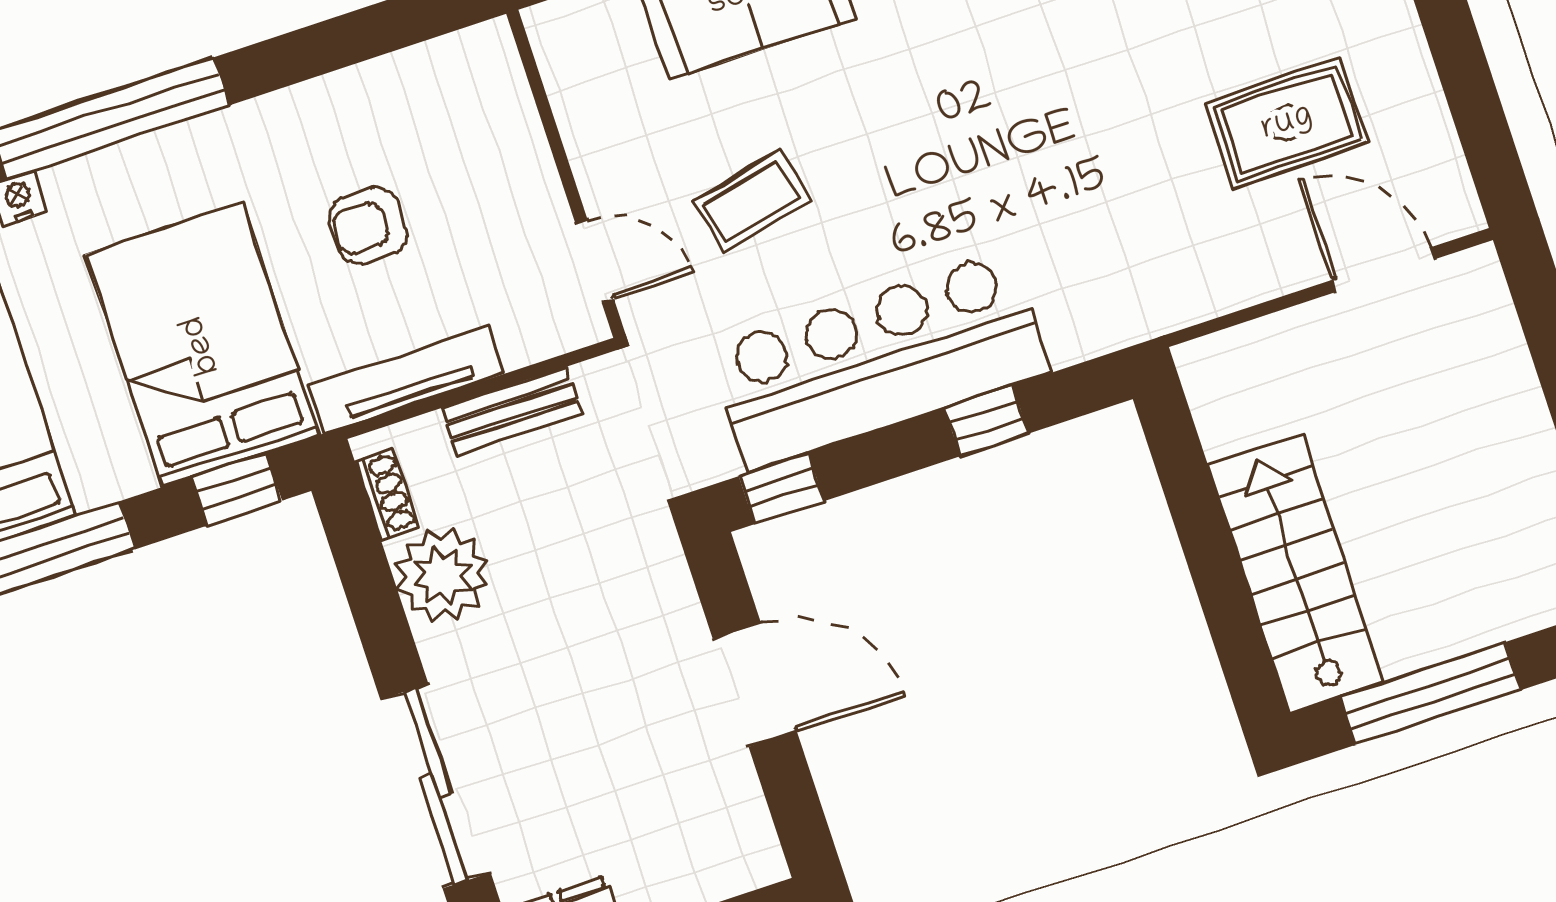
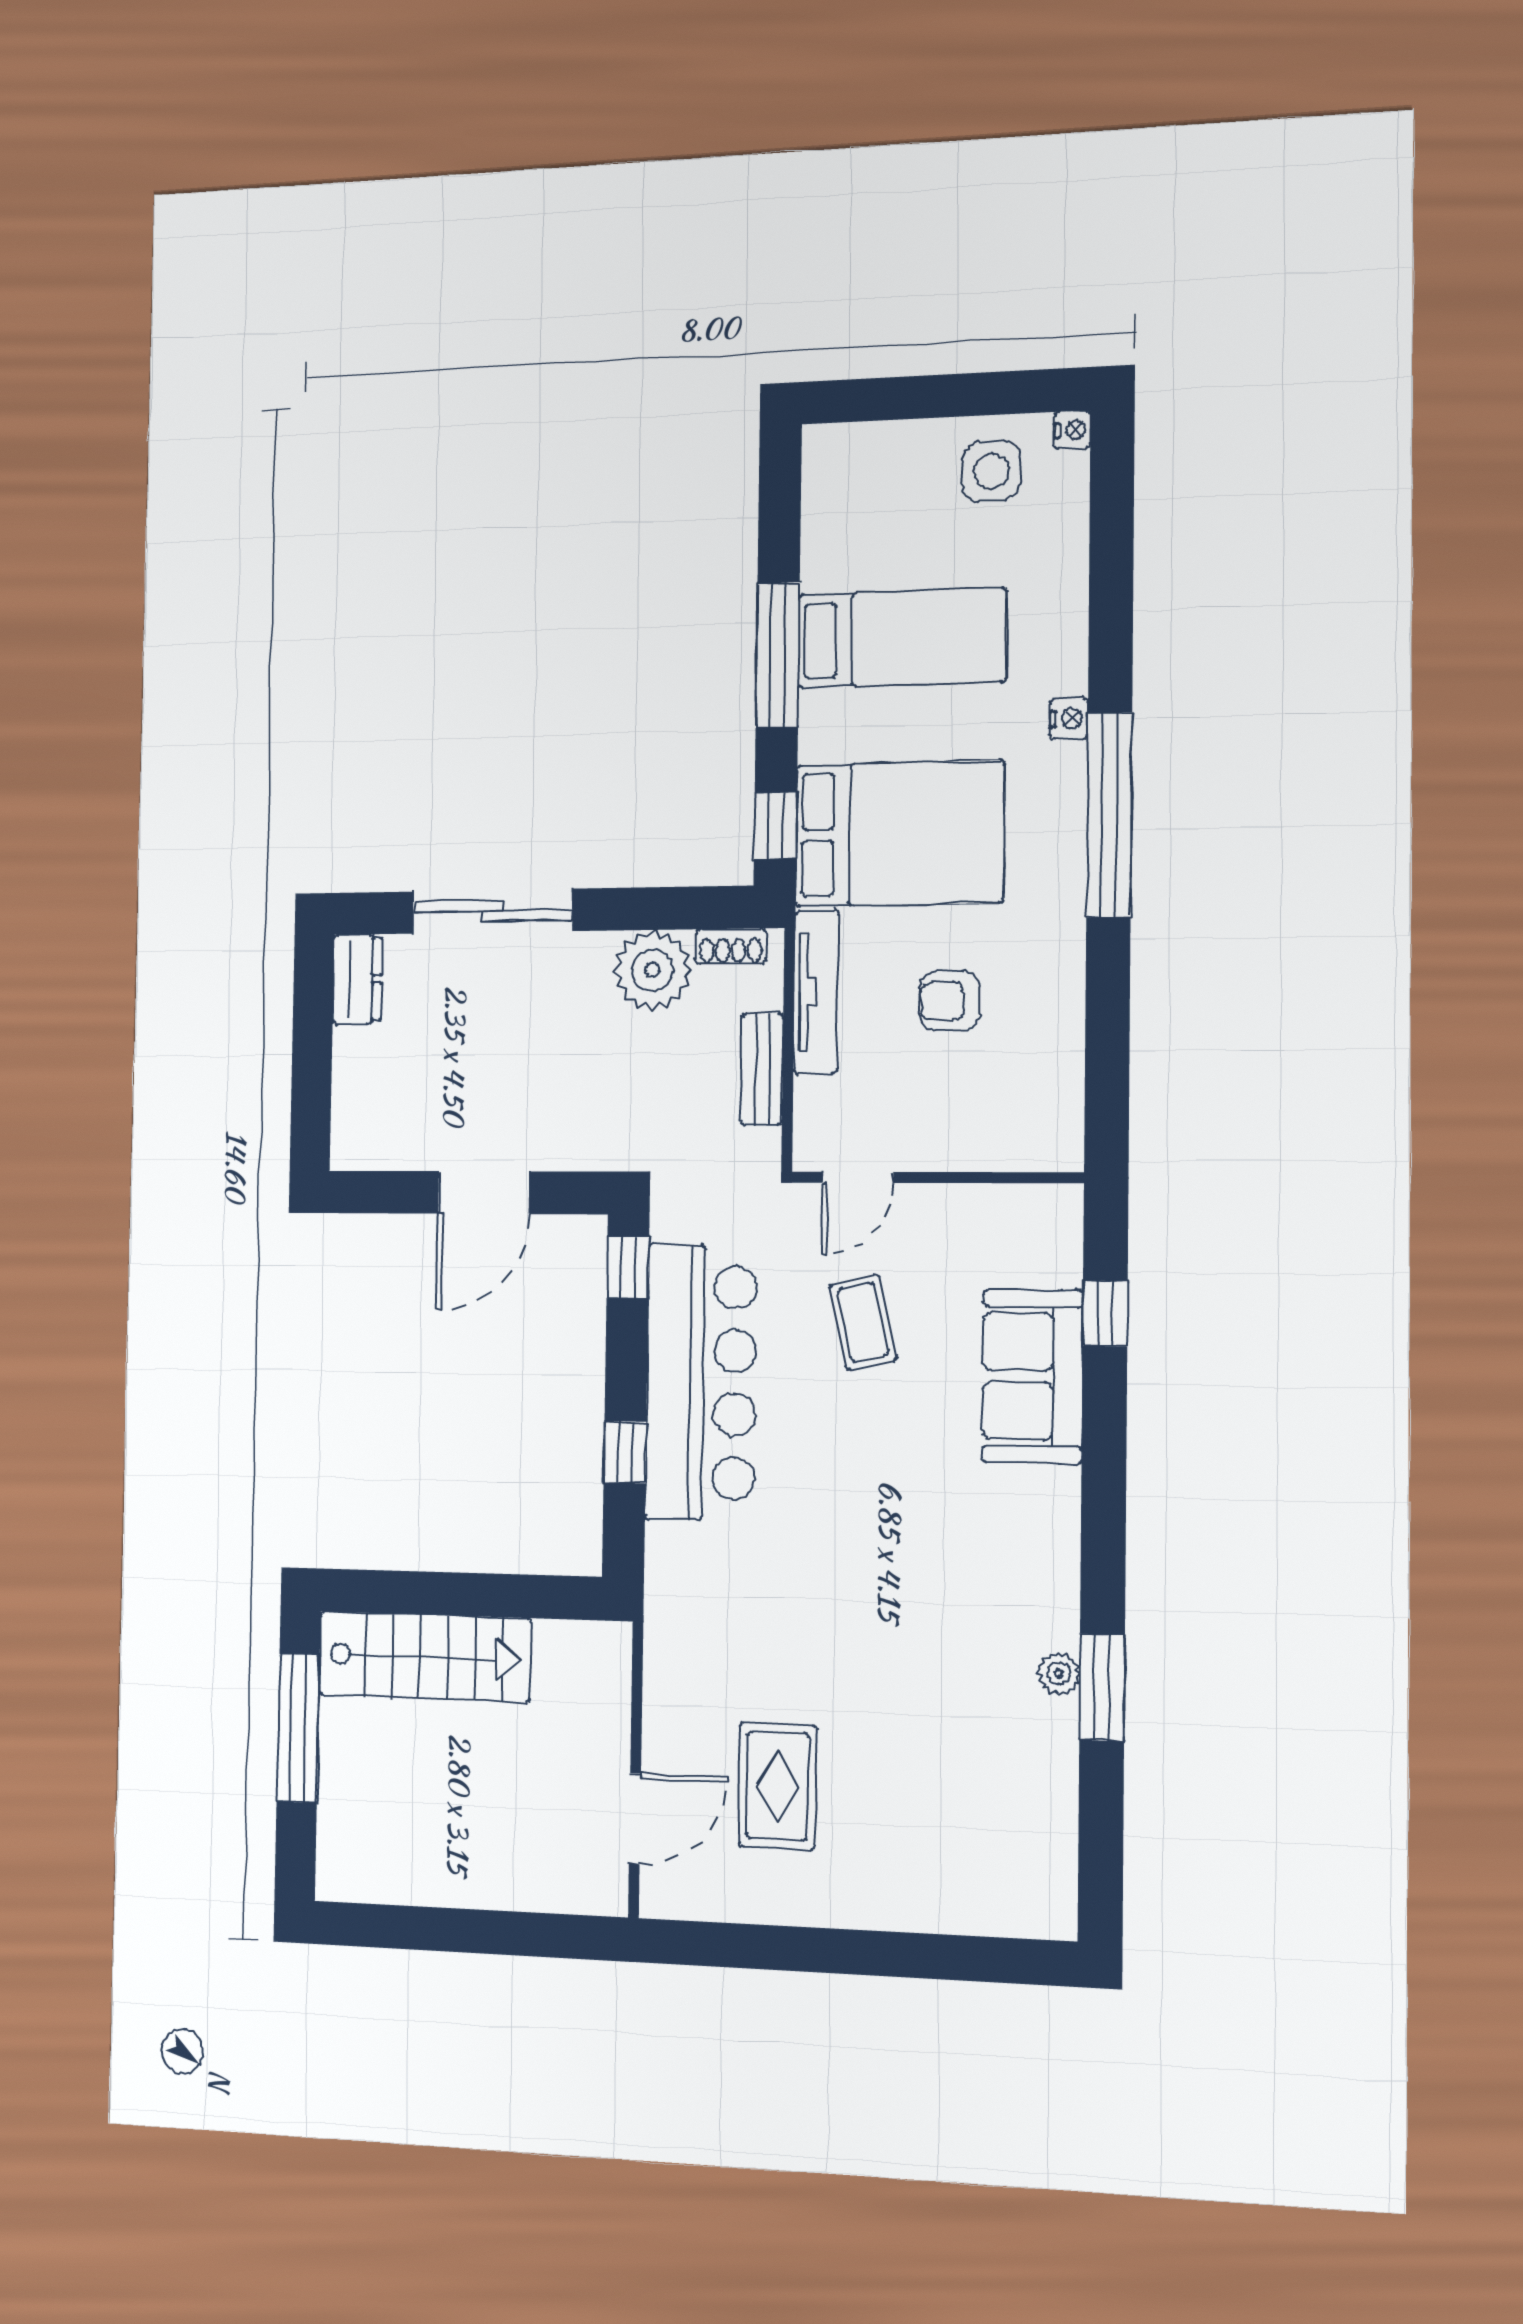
armchair: (369, 226) -> (949, 1001), turned -90

